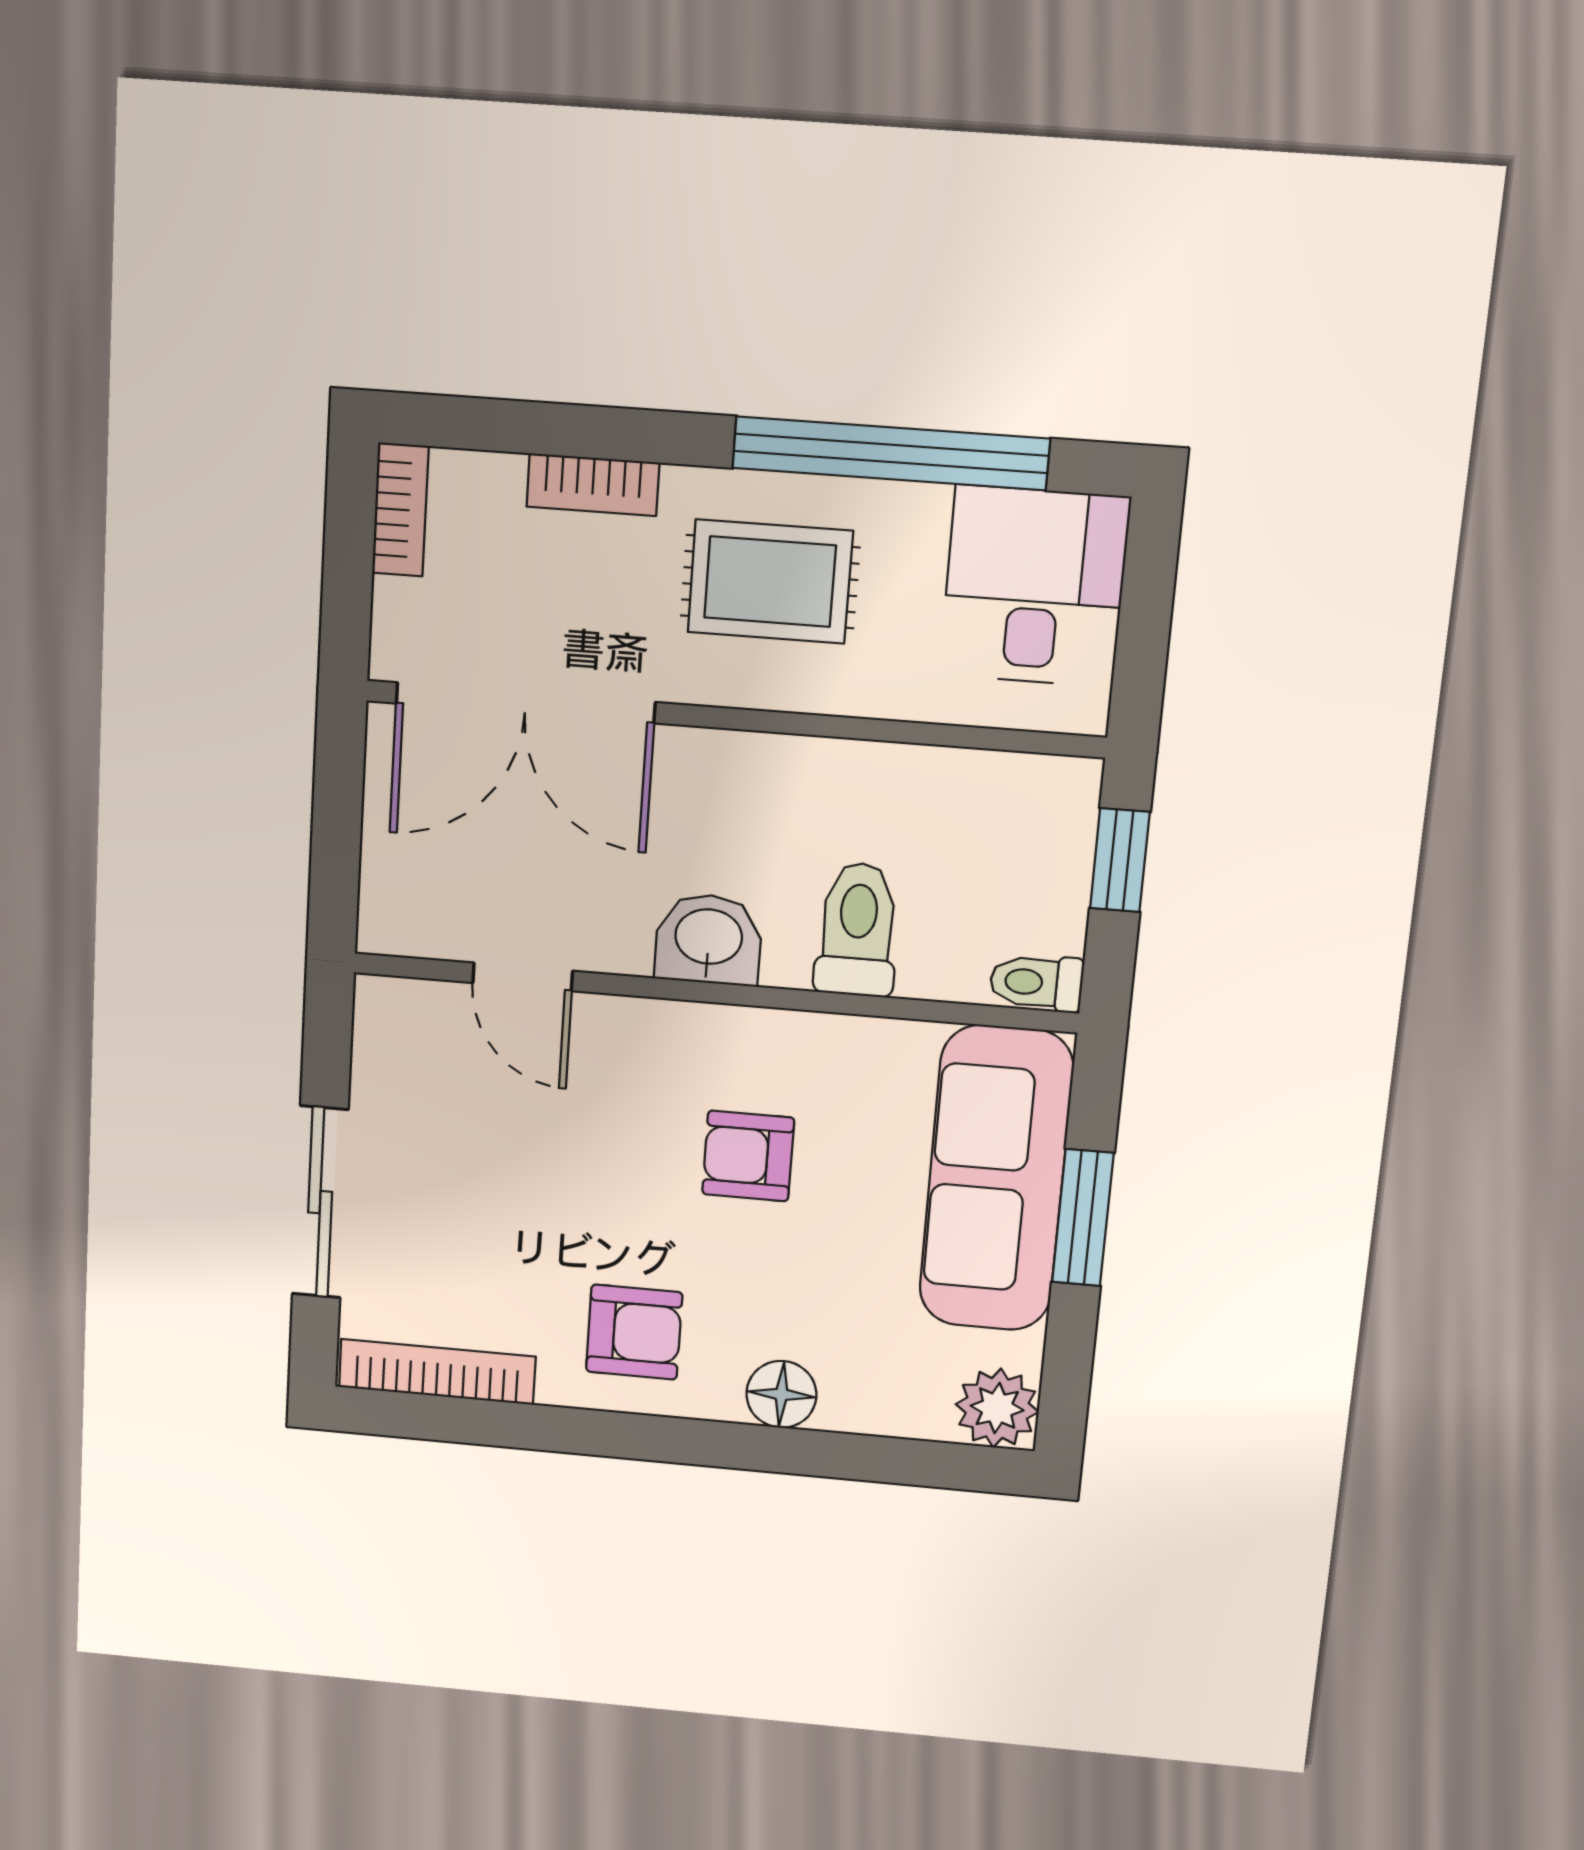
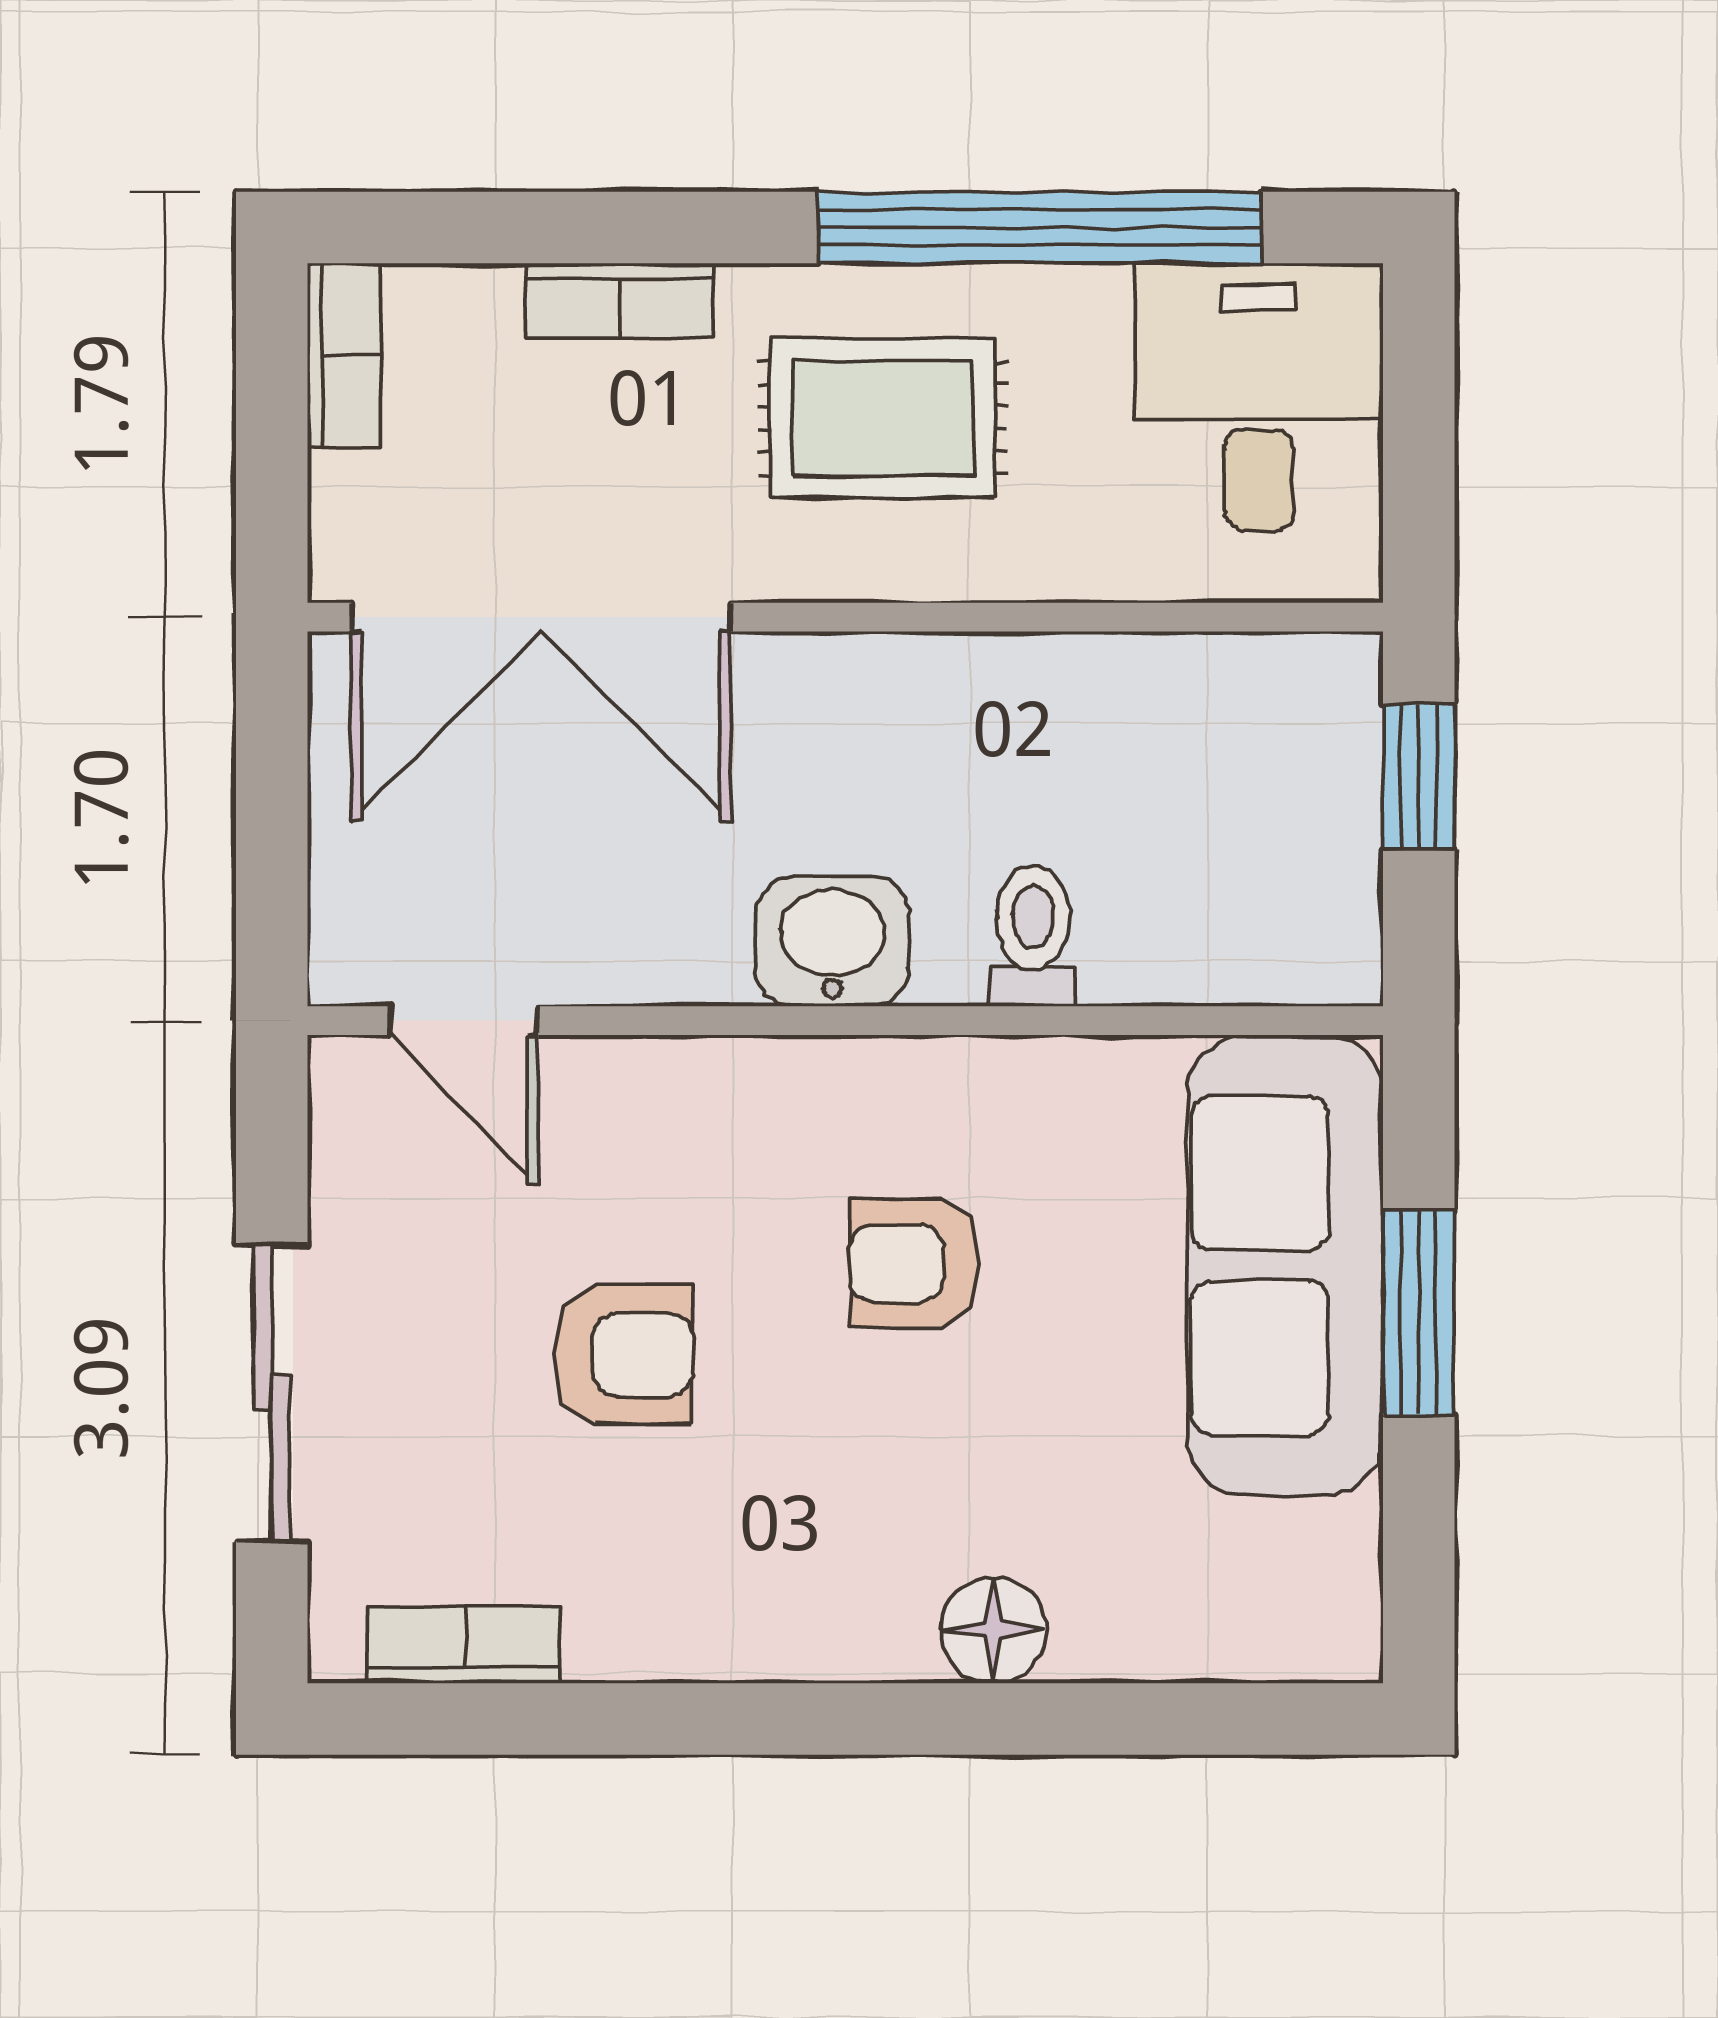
toilet: (857, 930) -> (1033, 936), width x0.73, depth x0.72
door: (523, 977) -> (463, 1021), moved
toilet: (1037, 983) -> (1317, 966), removed
armchair: (634, 1332) -> (623, 1355), moved
bookcase: (437, 1372) -> (464, 1645), width x0.64
plant: (997, 1408) -> (1320, 1620), removed

